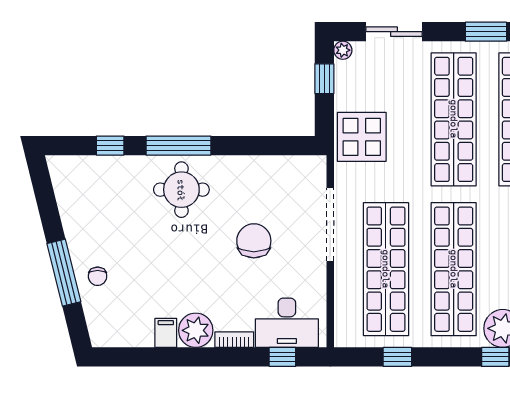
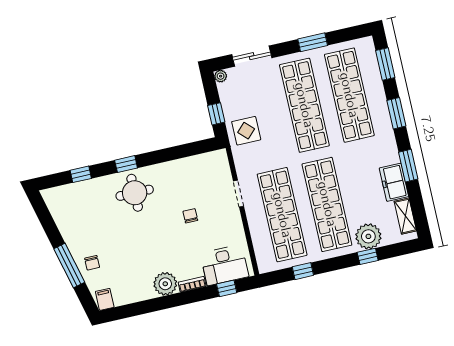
window: (324, 79) -> (216, 114), moved
display table: (362, 137) -> (246, 131), width x0.73, depth x0.73
window: (179, 146) -> (126, 164), width x0.46
doorway: (330, 225) -> (238, 194), width x0.53
chair: (254, 241) -> (190, 216), width x0.54, depth x0.54
filing cabinet: (166, 333) -> (105, 299), moved

